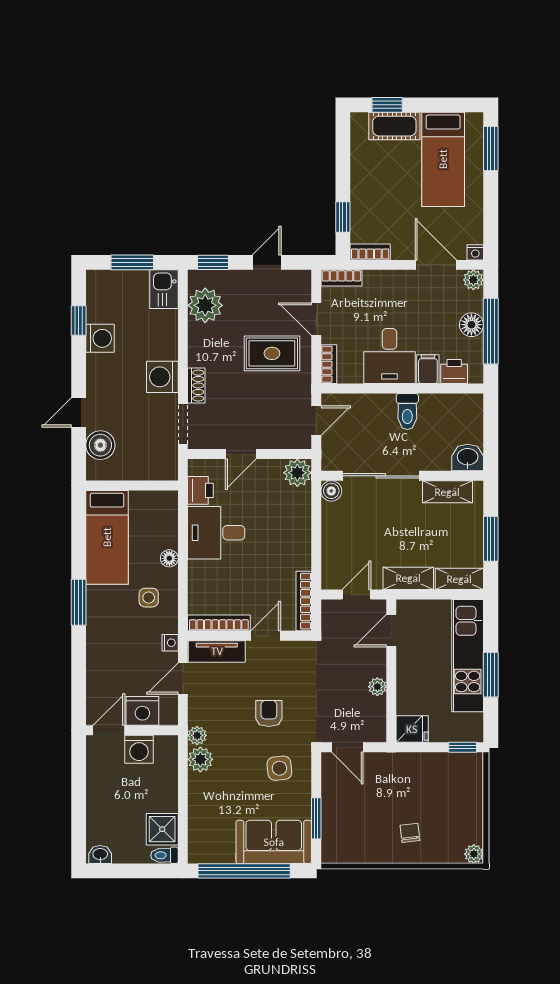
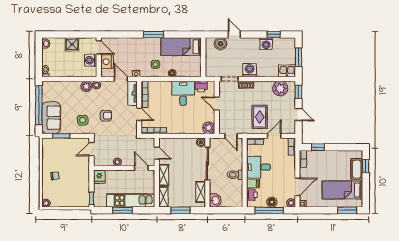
shower: (162, 829) -> (72, 44), moved

